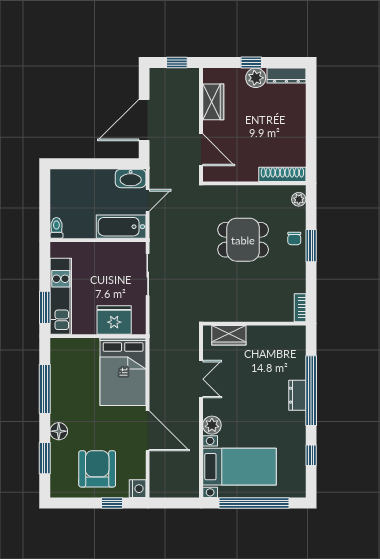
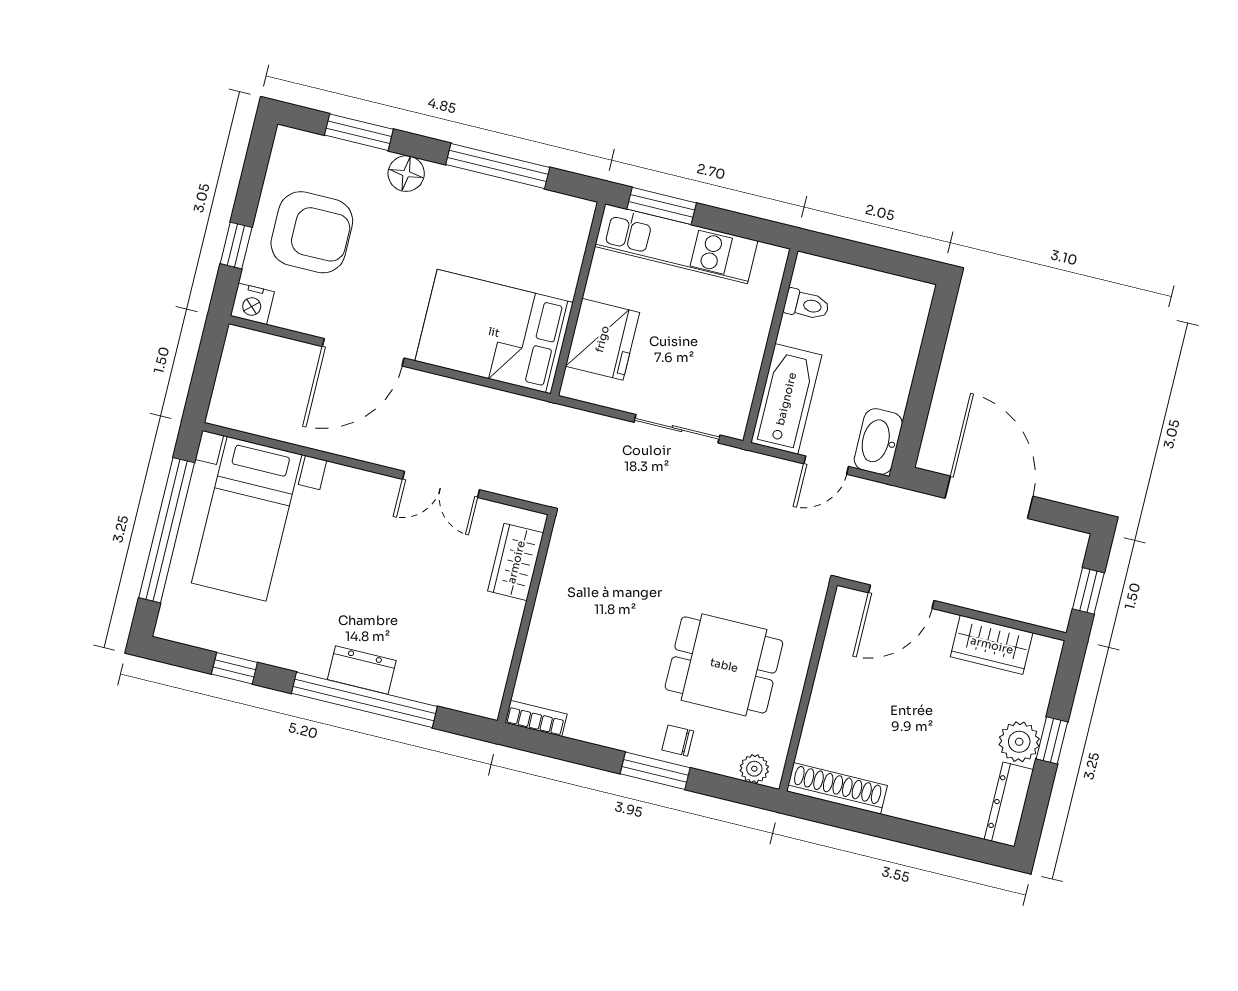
shoe rack: (282, 174) -> (837, 788), moved, turned -90
door: (148, 200) -> (826, 465), hinge flipped
toilet: (56, 228) -> (806, 305), moved
dining table: (243, 240) -> (724, 665), moved, turned 90
plant: (212, 425) -> (343, 484), removed

